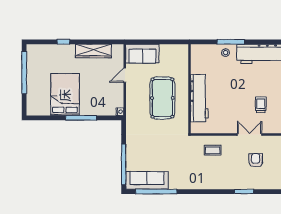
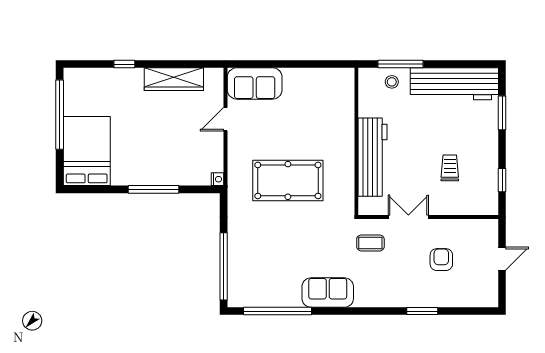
wall: (190, 89) -> (356, 141), moved
bed: (65, 95) -> (87, 151), moved
pool table: (162, 98) -> (288, 180), moved, turned 90
workbench: (199, 98) -> (373, 157), moved
double door: (250, 135) -> (408, 217), moved
sofa: (147, 180) -> (328, 293), moved, width x0.73

